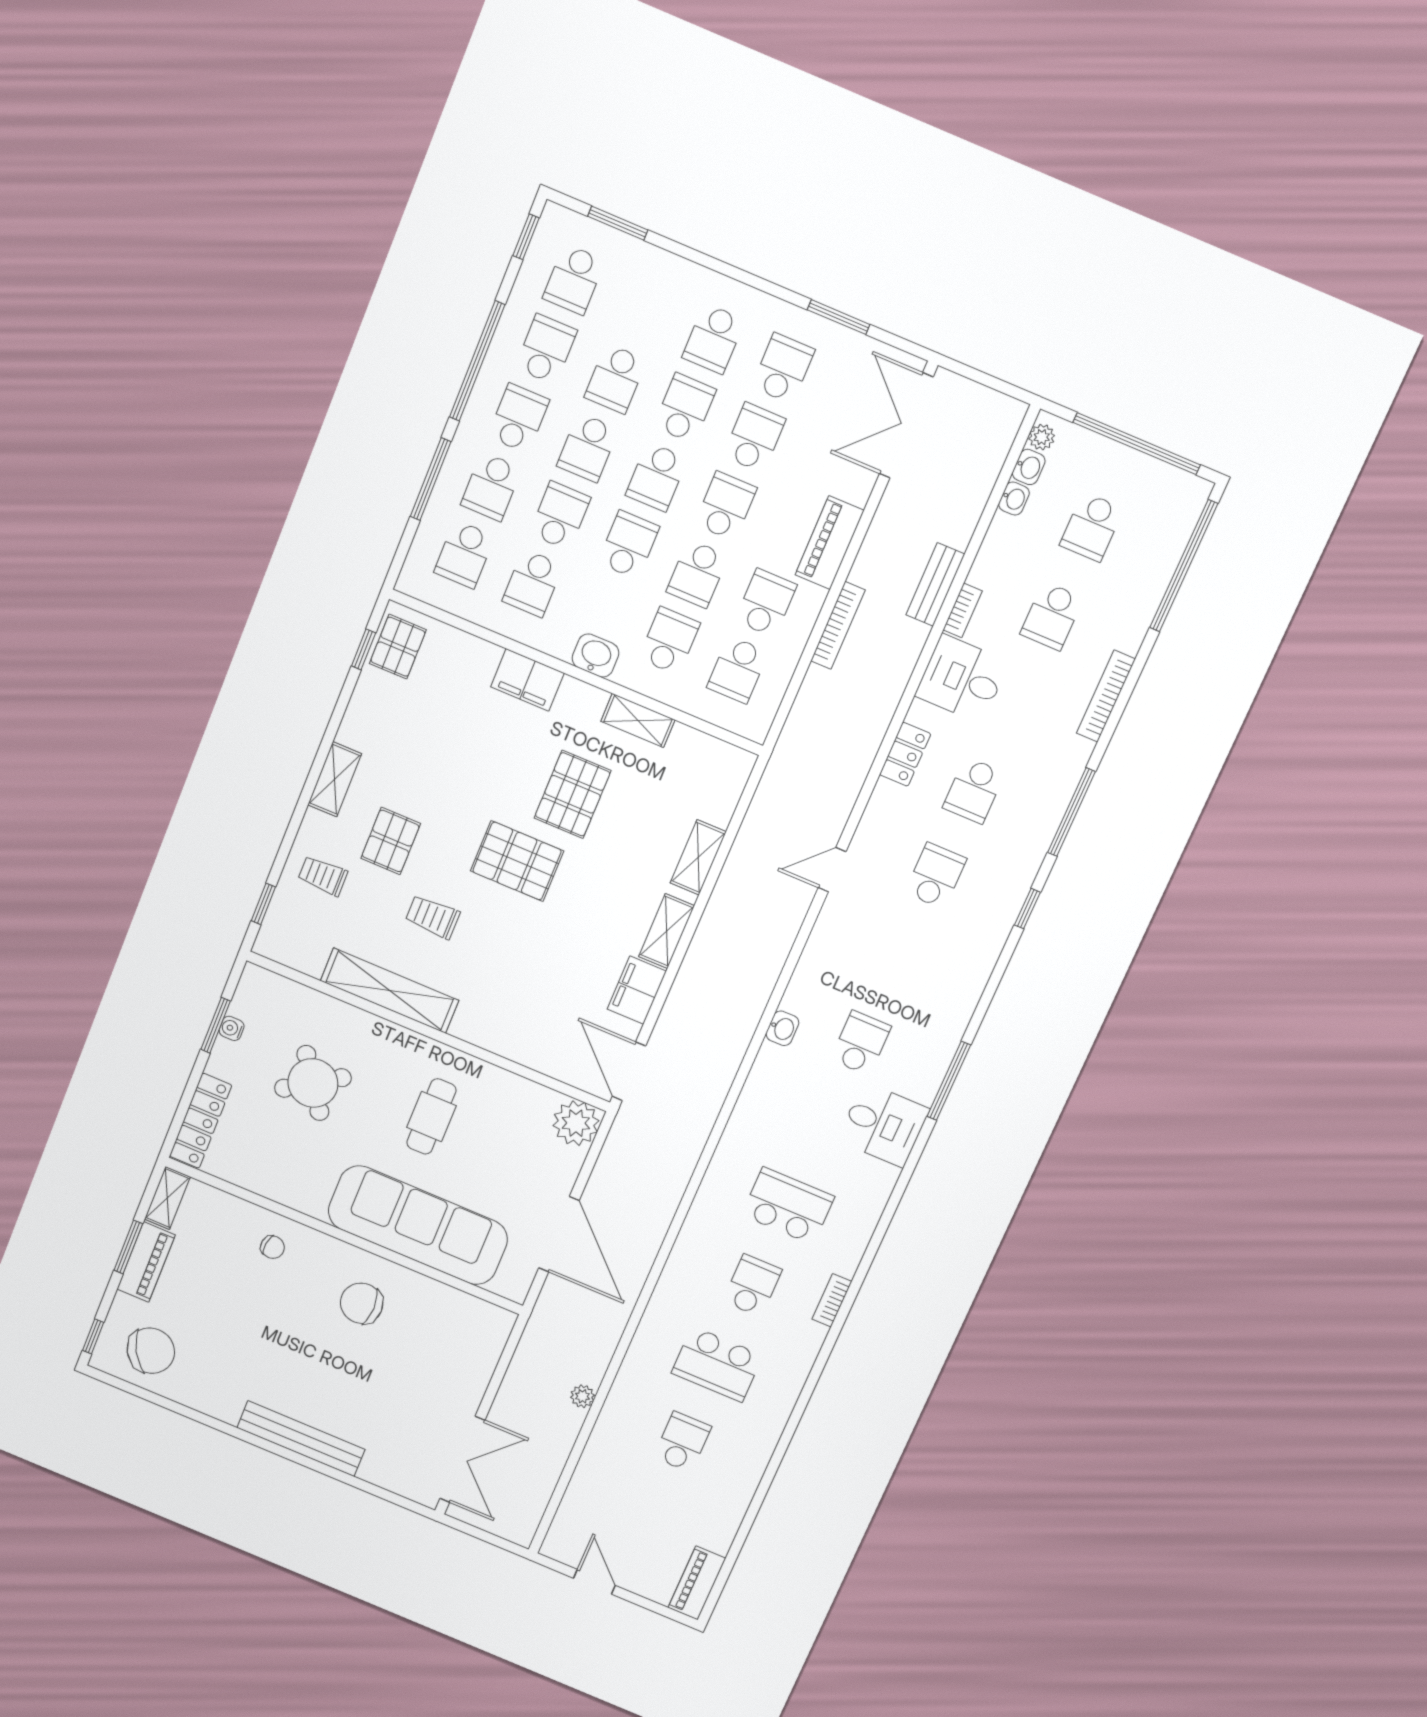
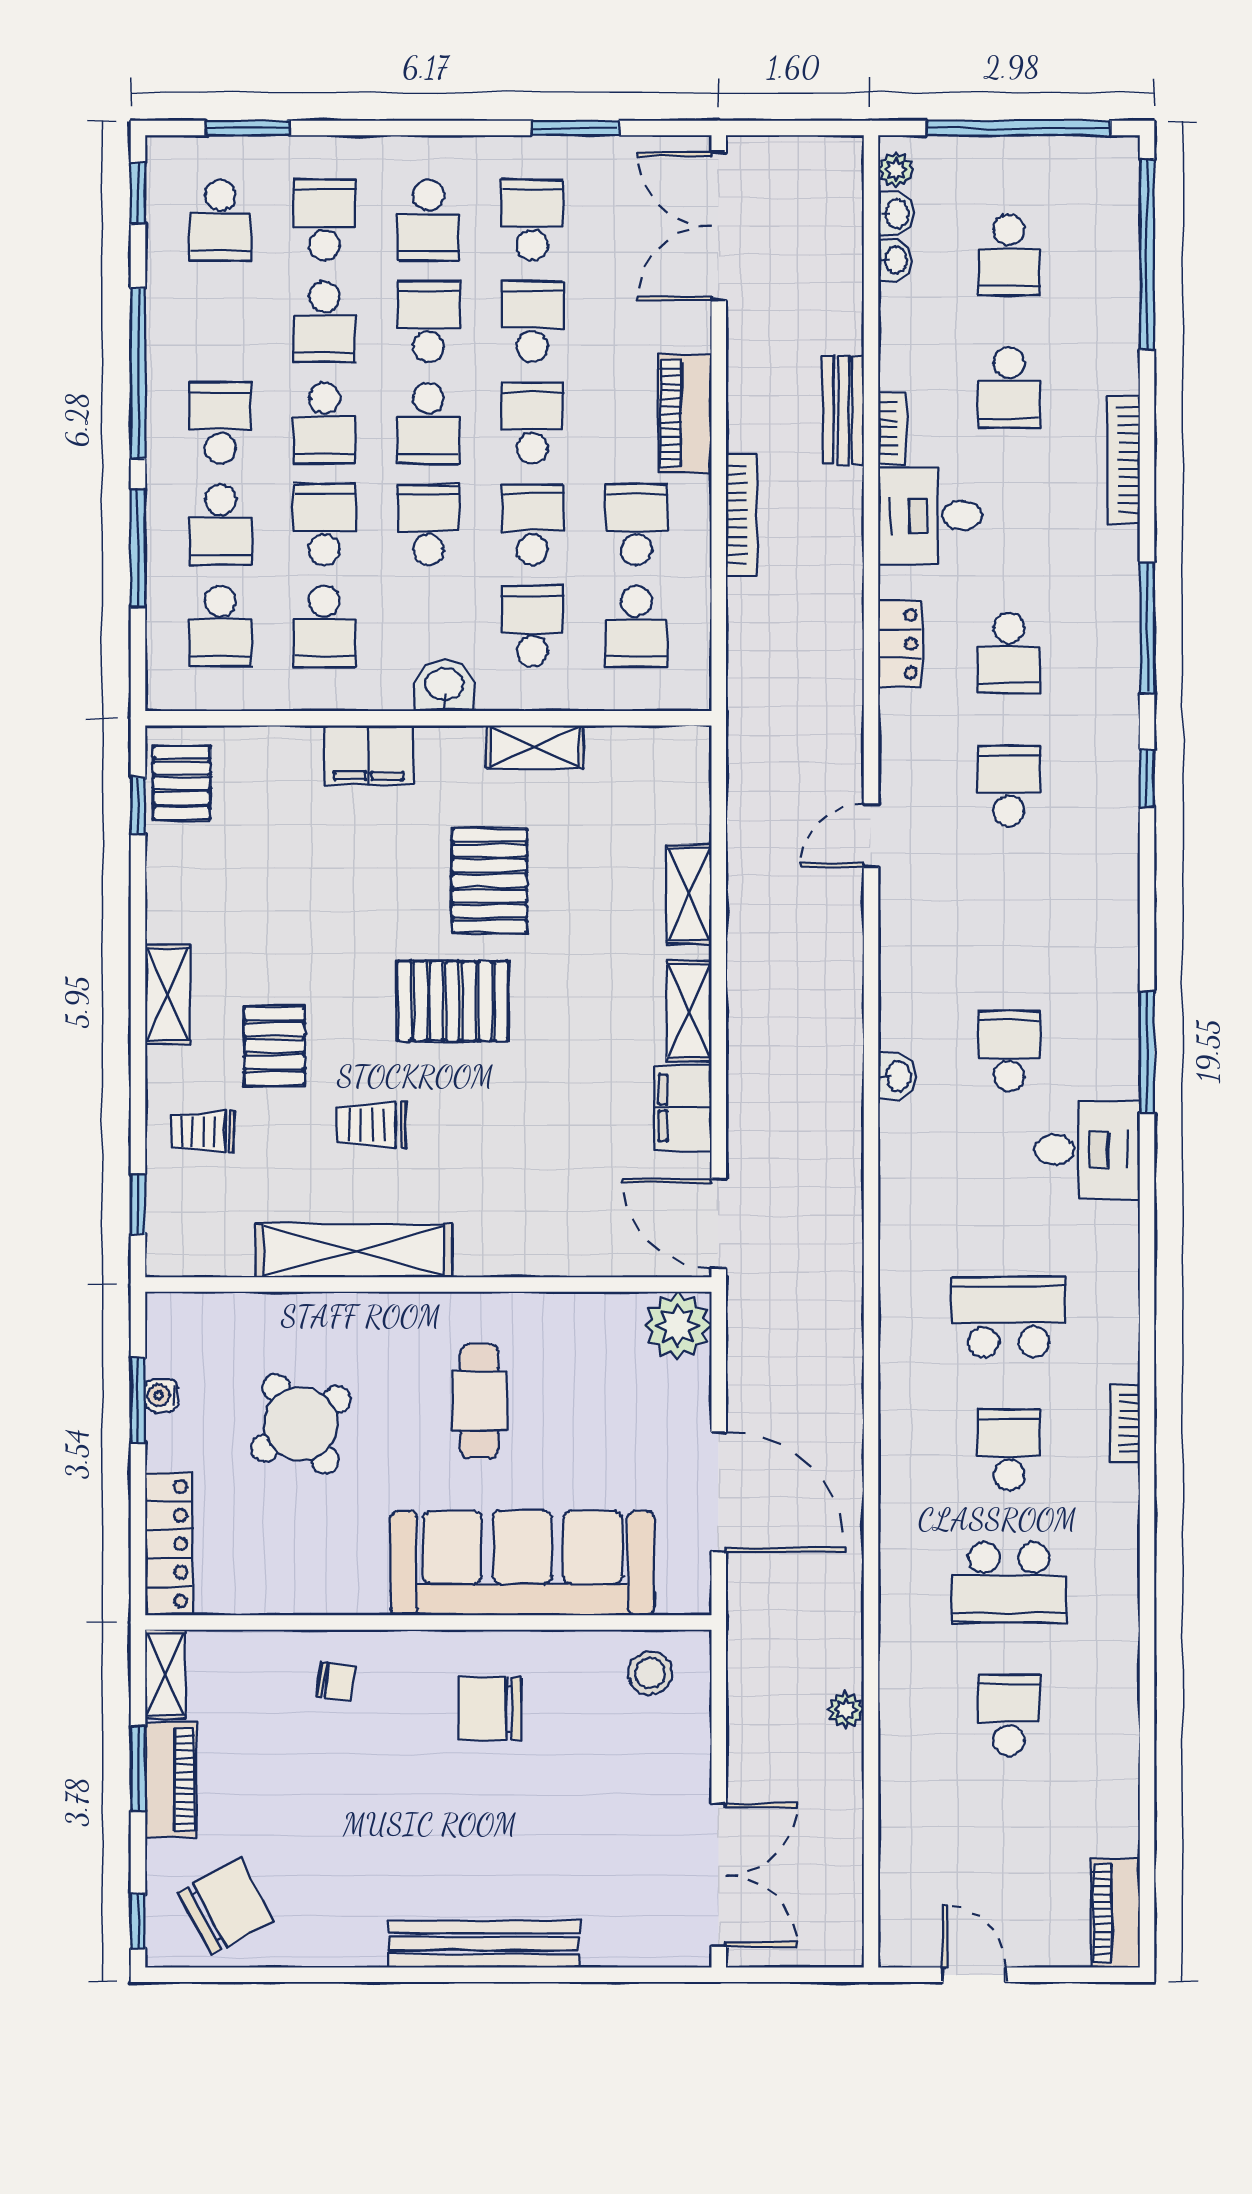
school desk: (546, 349) -> (324, 220), moved
school desk: (697, 574) -> (532, 525), turned 180
stool: (470, 1324) -> (650, 1673), added

